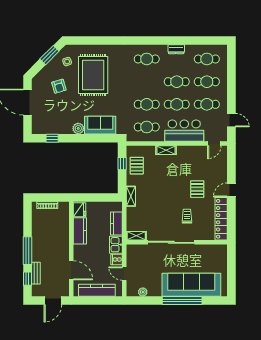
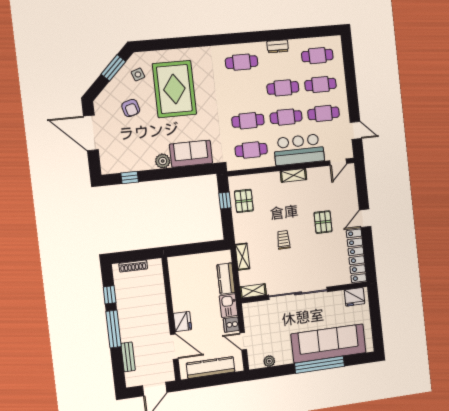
shelving: (166, 150) -> (293, 175), moved
shelving: (131, 196) -> (242, 257), moved
fridge: (79, 210) -> (182, 321), moved
trolley: (187, 216) -> (283, 240), moved
kitchen counter: (80, 231) -> (180, 294), removed
fridge: (216, 251) -> (354, 297), added
window: (27, 279) -> (110, 295), moved

